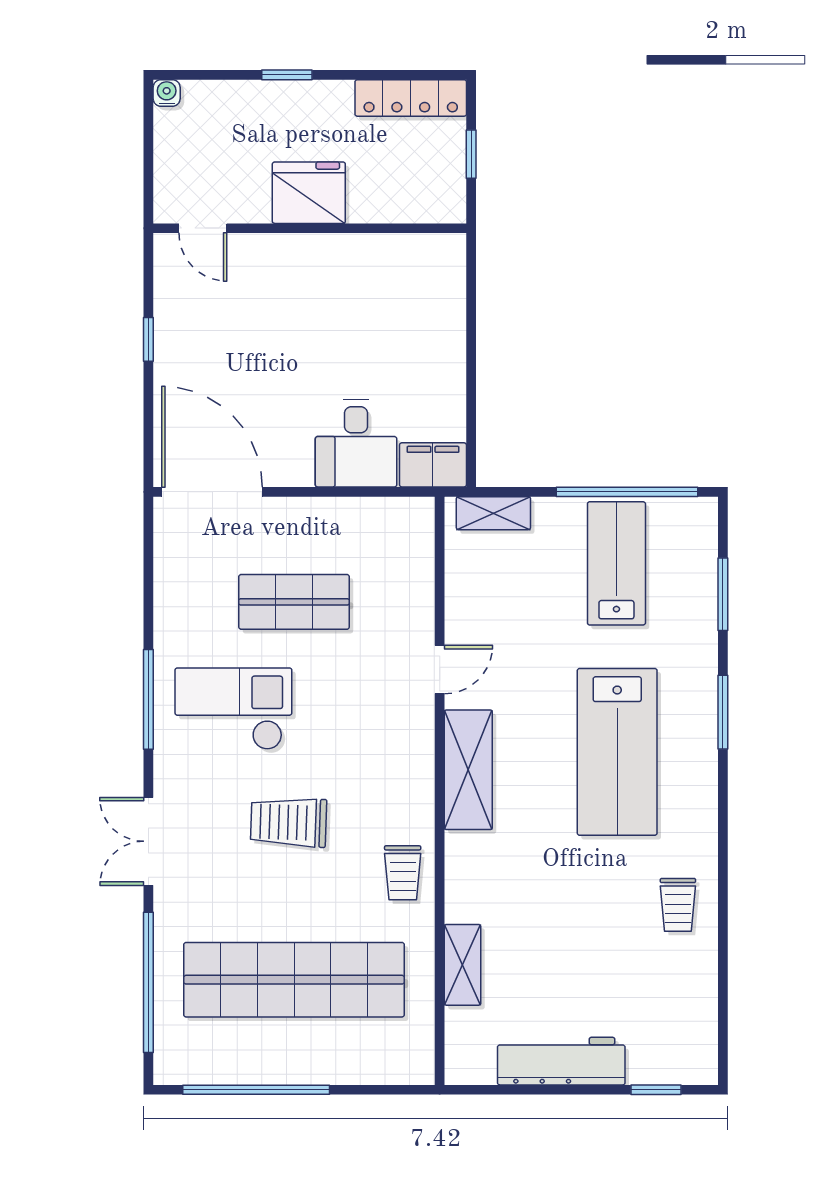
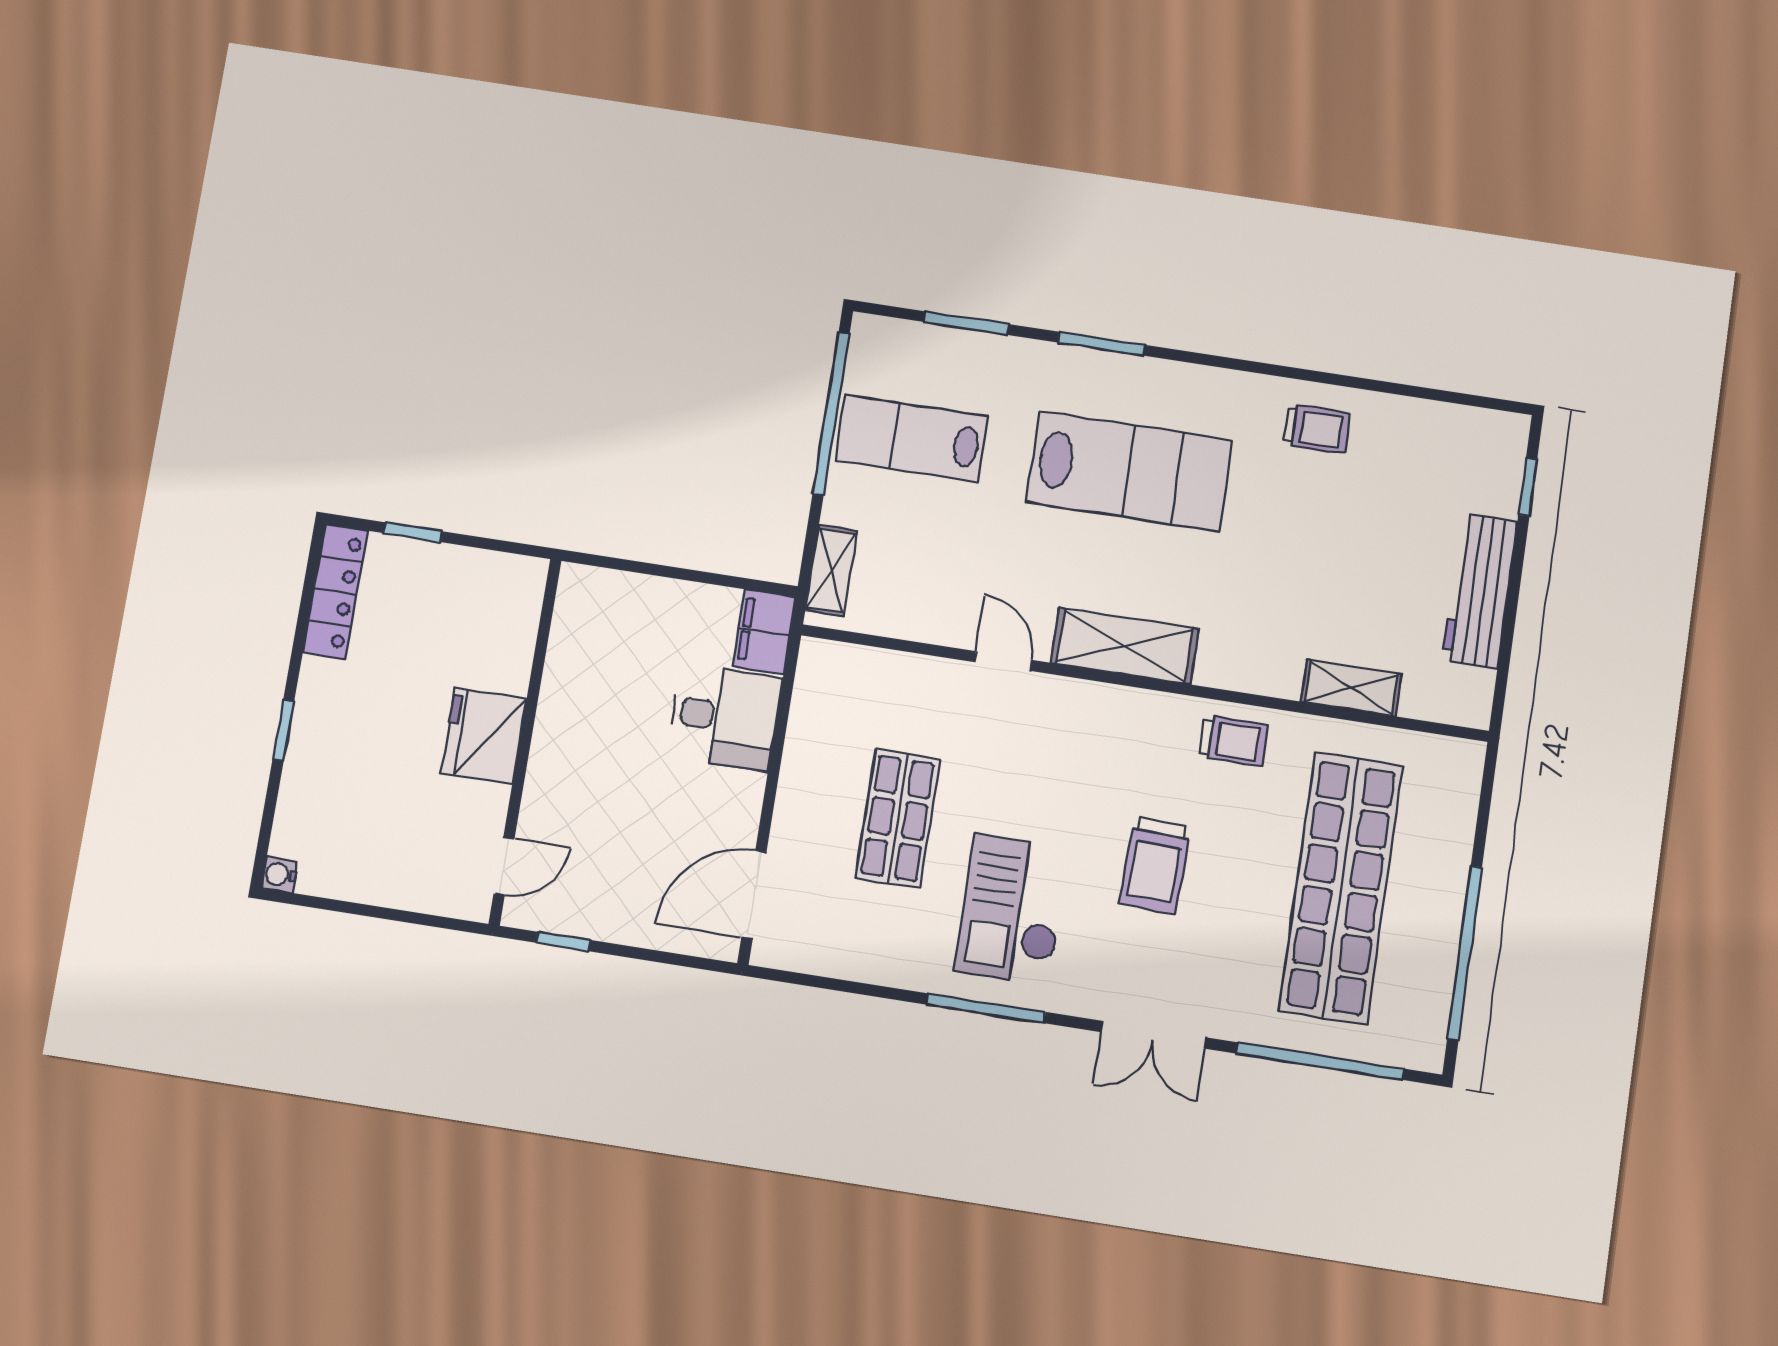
fridge: (309, 193) -> (484, 736), moved
door: (203, 228) -> (504, 866), moved
wall: (310, 228) -> (525, 741), moved
door: (212, 492) -> (754, 895), width x0.73

